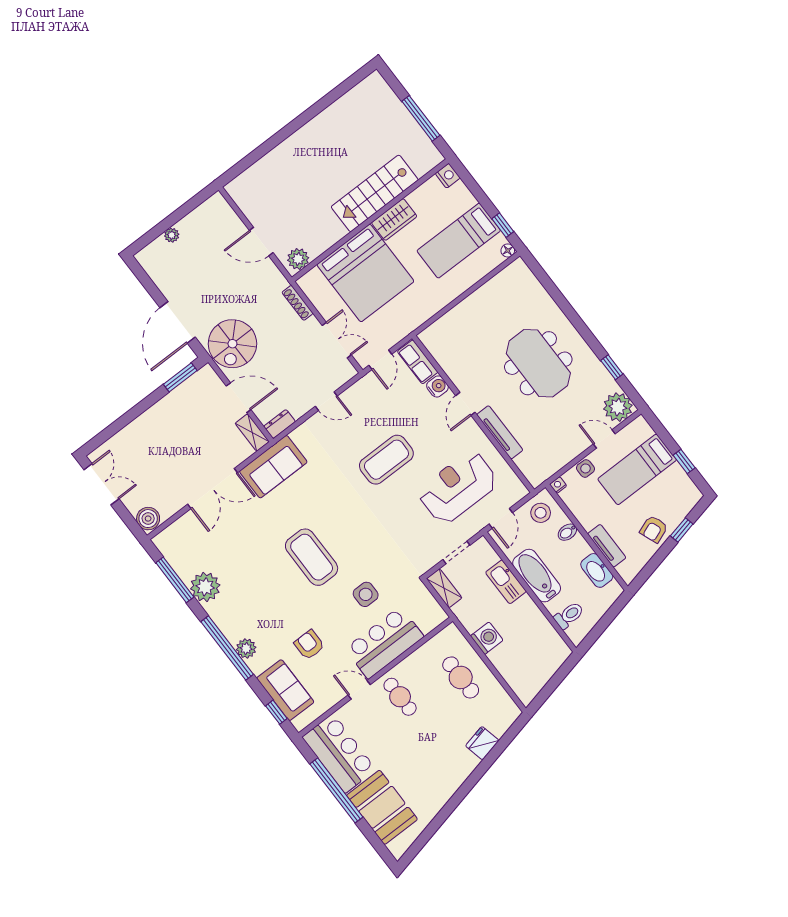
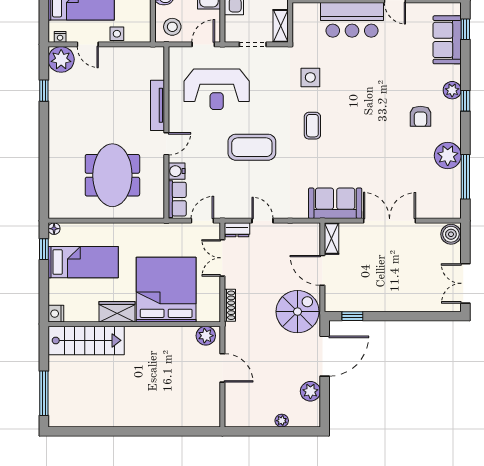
window: (421, 118) -> (44, 393), moved
stairs: (375, 193) -> (86, 340), moved
plant: (166, 281) -> (310, 391), added
meeting table: (538, 363) -> (112, 175), moved
window: (180, 377) -> (352, 316), width x0.67
dresser: (280, 424) -> (237, 230), moved
nightstand: (558, 485) -> (60, 37), moved
coffee table: (312, 557) -> (312, 126), moved, width x0.54, depth x0.58
side table: (366, 594) -> (310, 77), moved
armchair: (309, 645) -> (420, 116), moved
window: (227, 648) -> (465, 101), width x0.32

